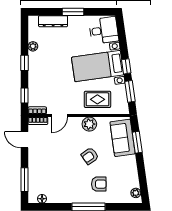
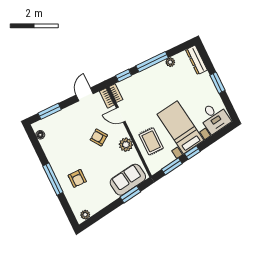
dresser: (53, 21) -> (196, 60), moved
window: (24, 63) -> (152, 62), width x2.17
armchair: (90, 156) -> (99, 137), moved

